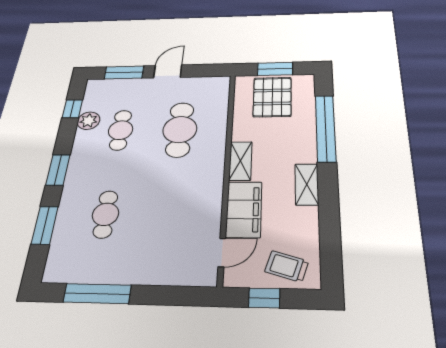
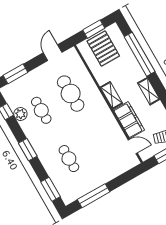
door: (168, 71) -> (53, 53), moved
window: (45, 225) -> (50, 189), moved
door: (222, 252) -> (133, 146), hinge flipped

